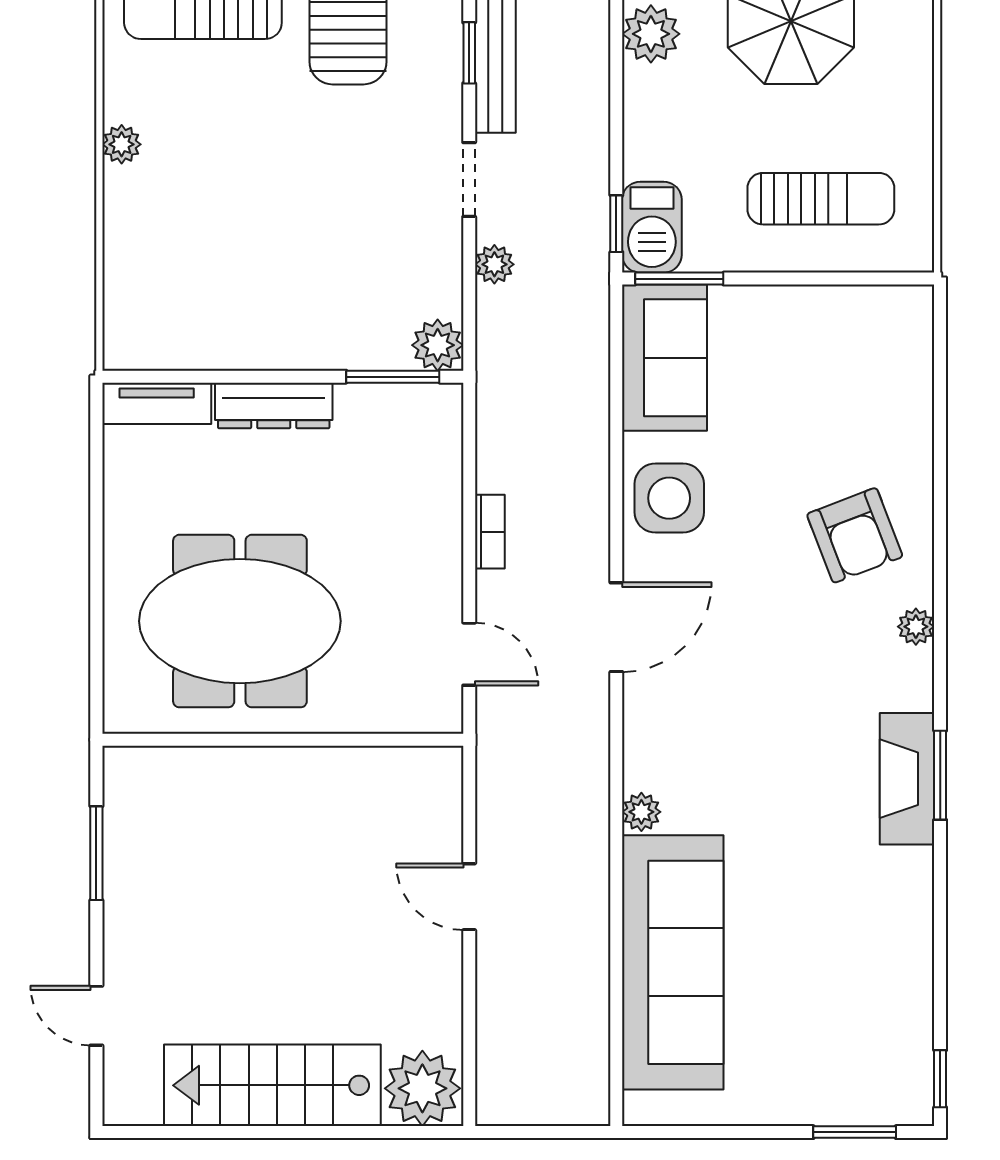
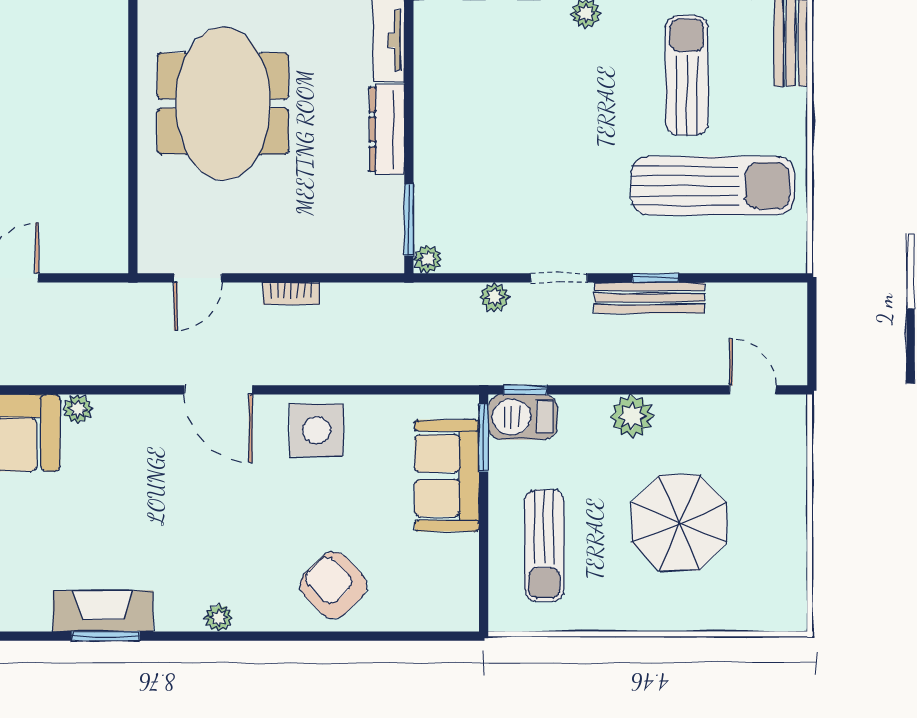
plant: (651, 34) -> (632, 416), moved
plant: (438, 345) -> (428, 259), width x0.73, depth x0.73
sofa: (665, 358) -> (447, 476), moved, turned 90
armchair: (855, 535) -> (333, 585), moved, turned 67

